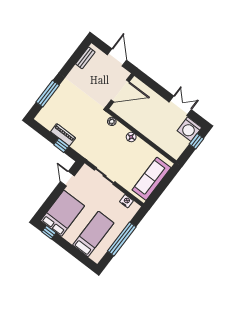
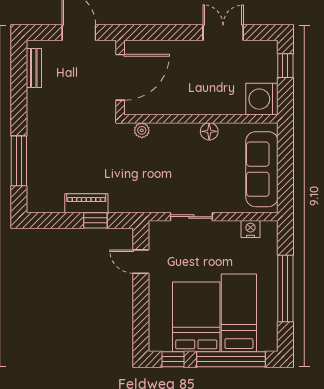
washing machine: (189, 129) -> (262, 99), moved, turned 90
floor lamp: (131, 137) -> (209, 131), moved
bed: (63, 213) -> (196, 317), moved
window: (74, 252) -> (231, 359), added

